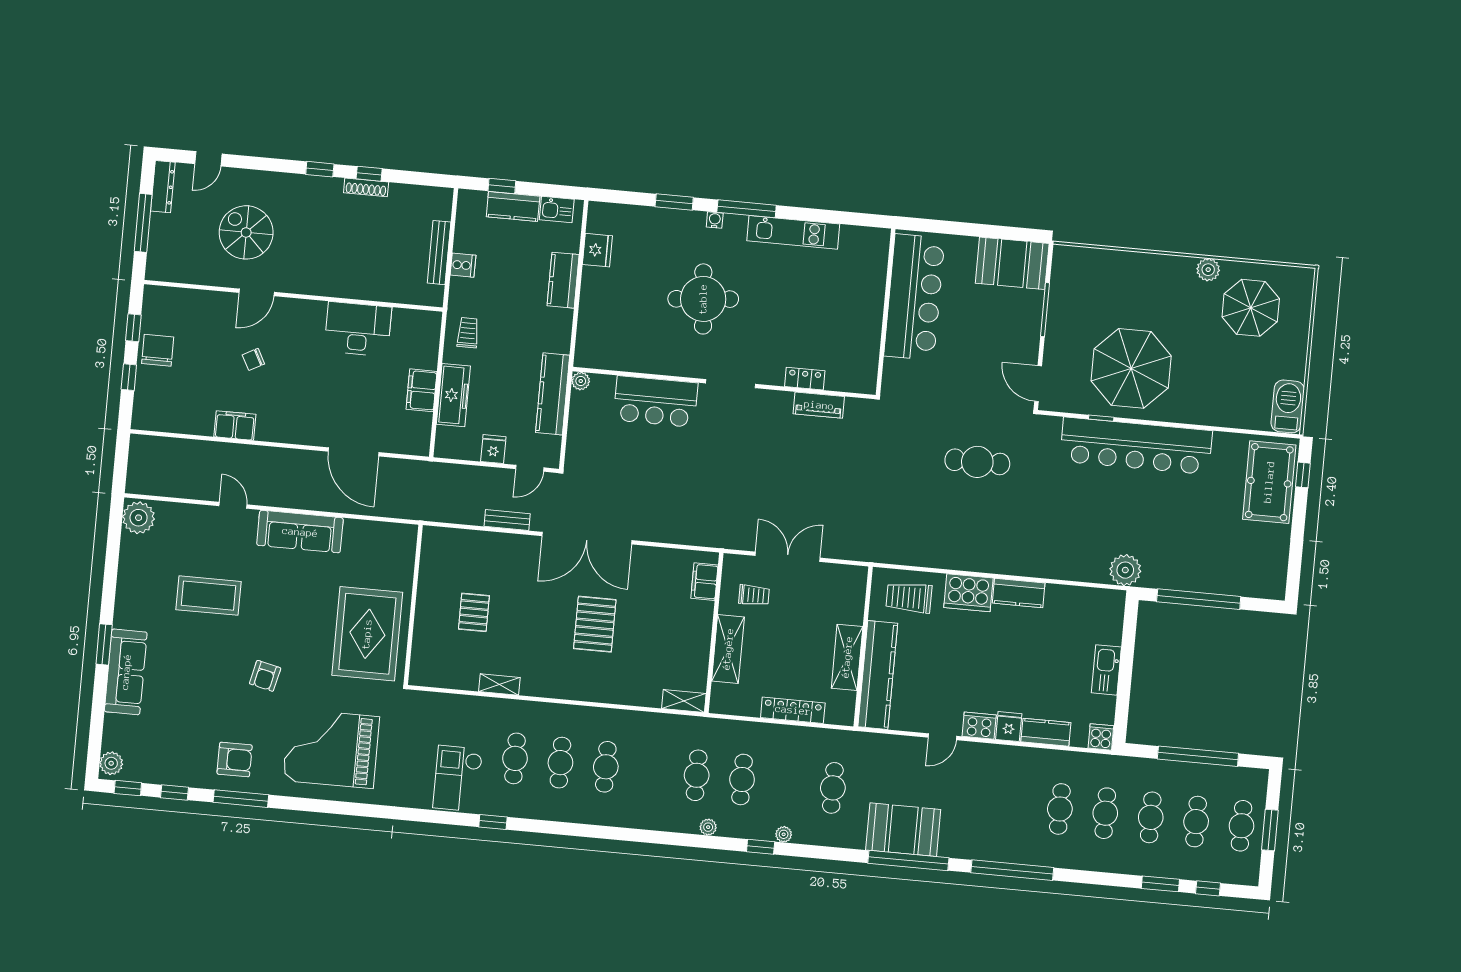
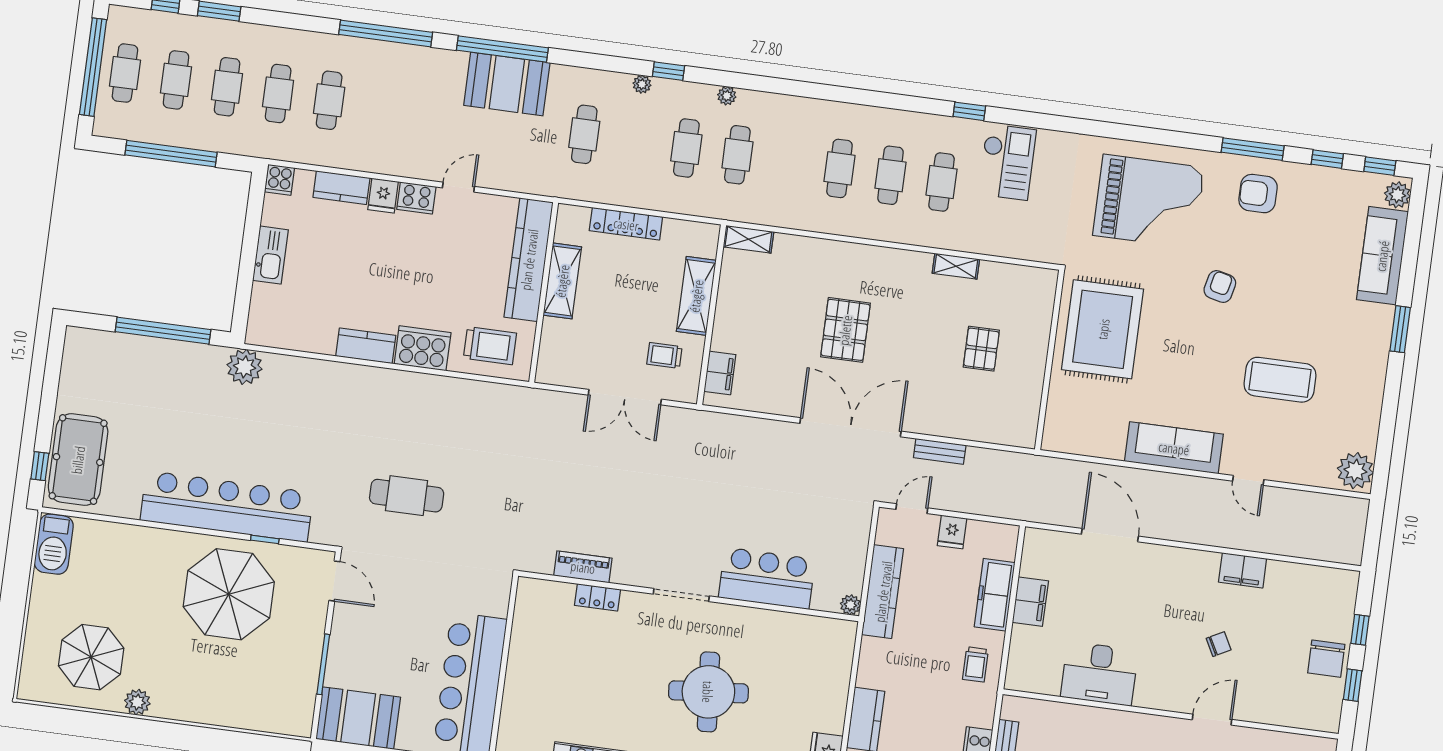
sofa: (126, 672) -> (1382, 256), moved
window: (1270, 830) -> (93, 67), width x2.11

